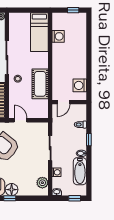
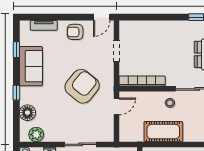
floor lamp: (12, 190) -> (27, 113), moved

